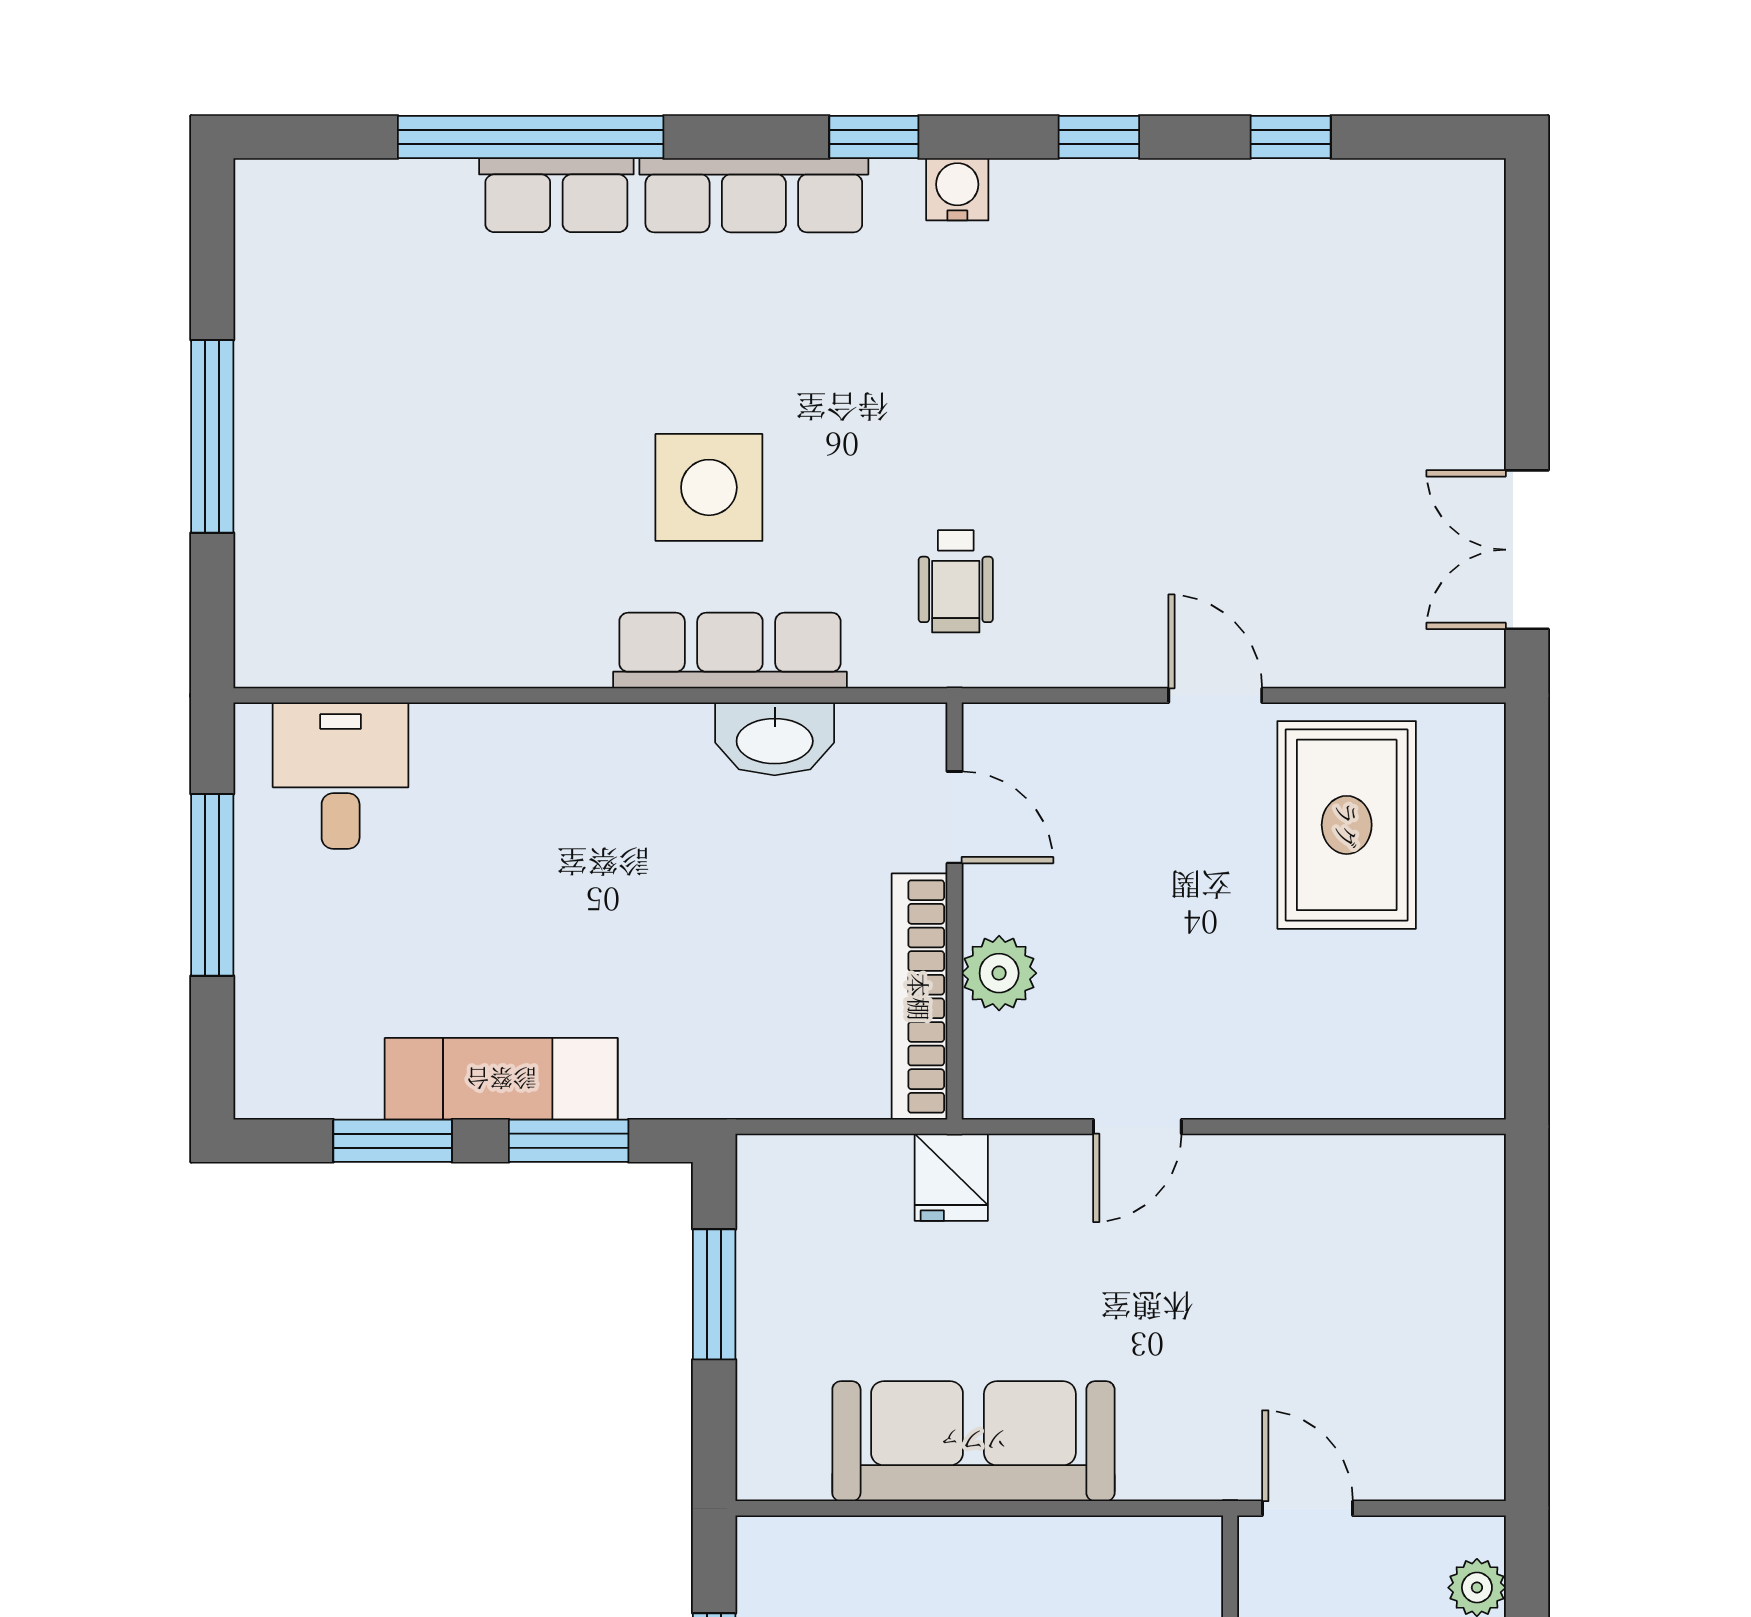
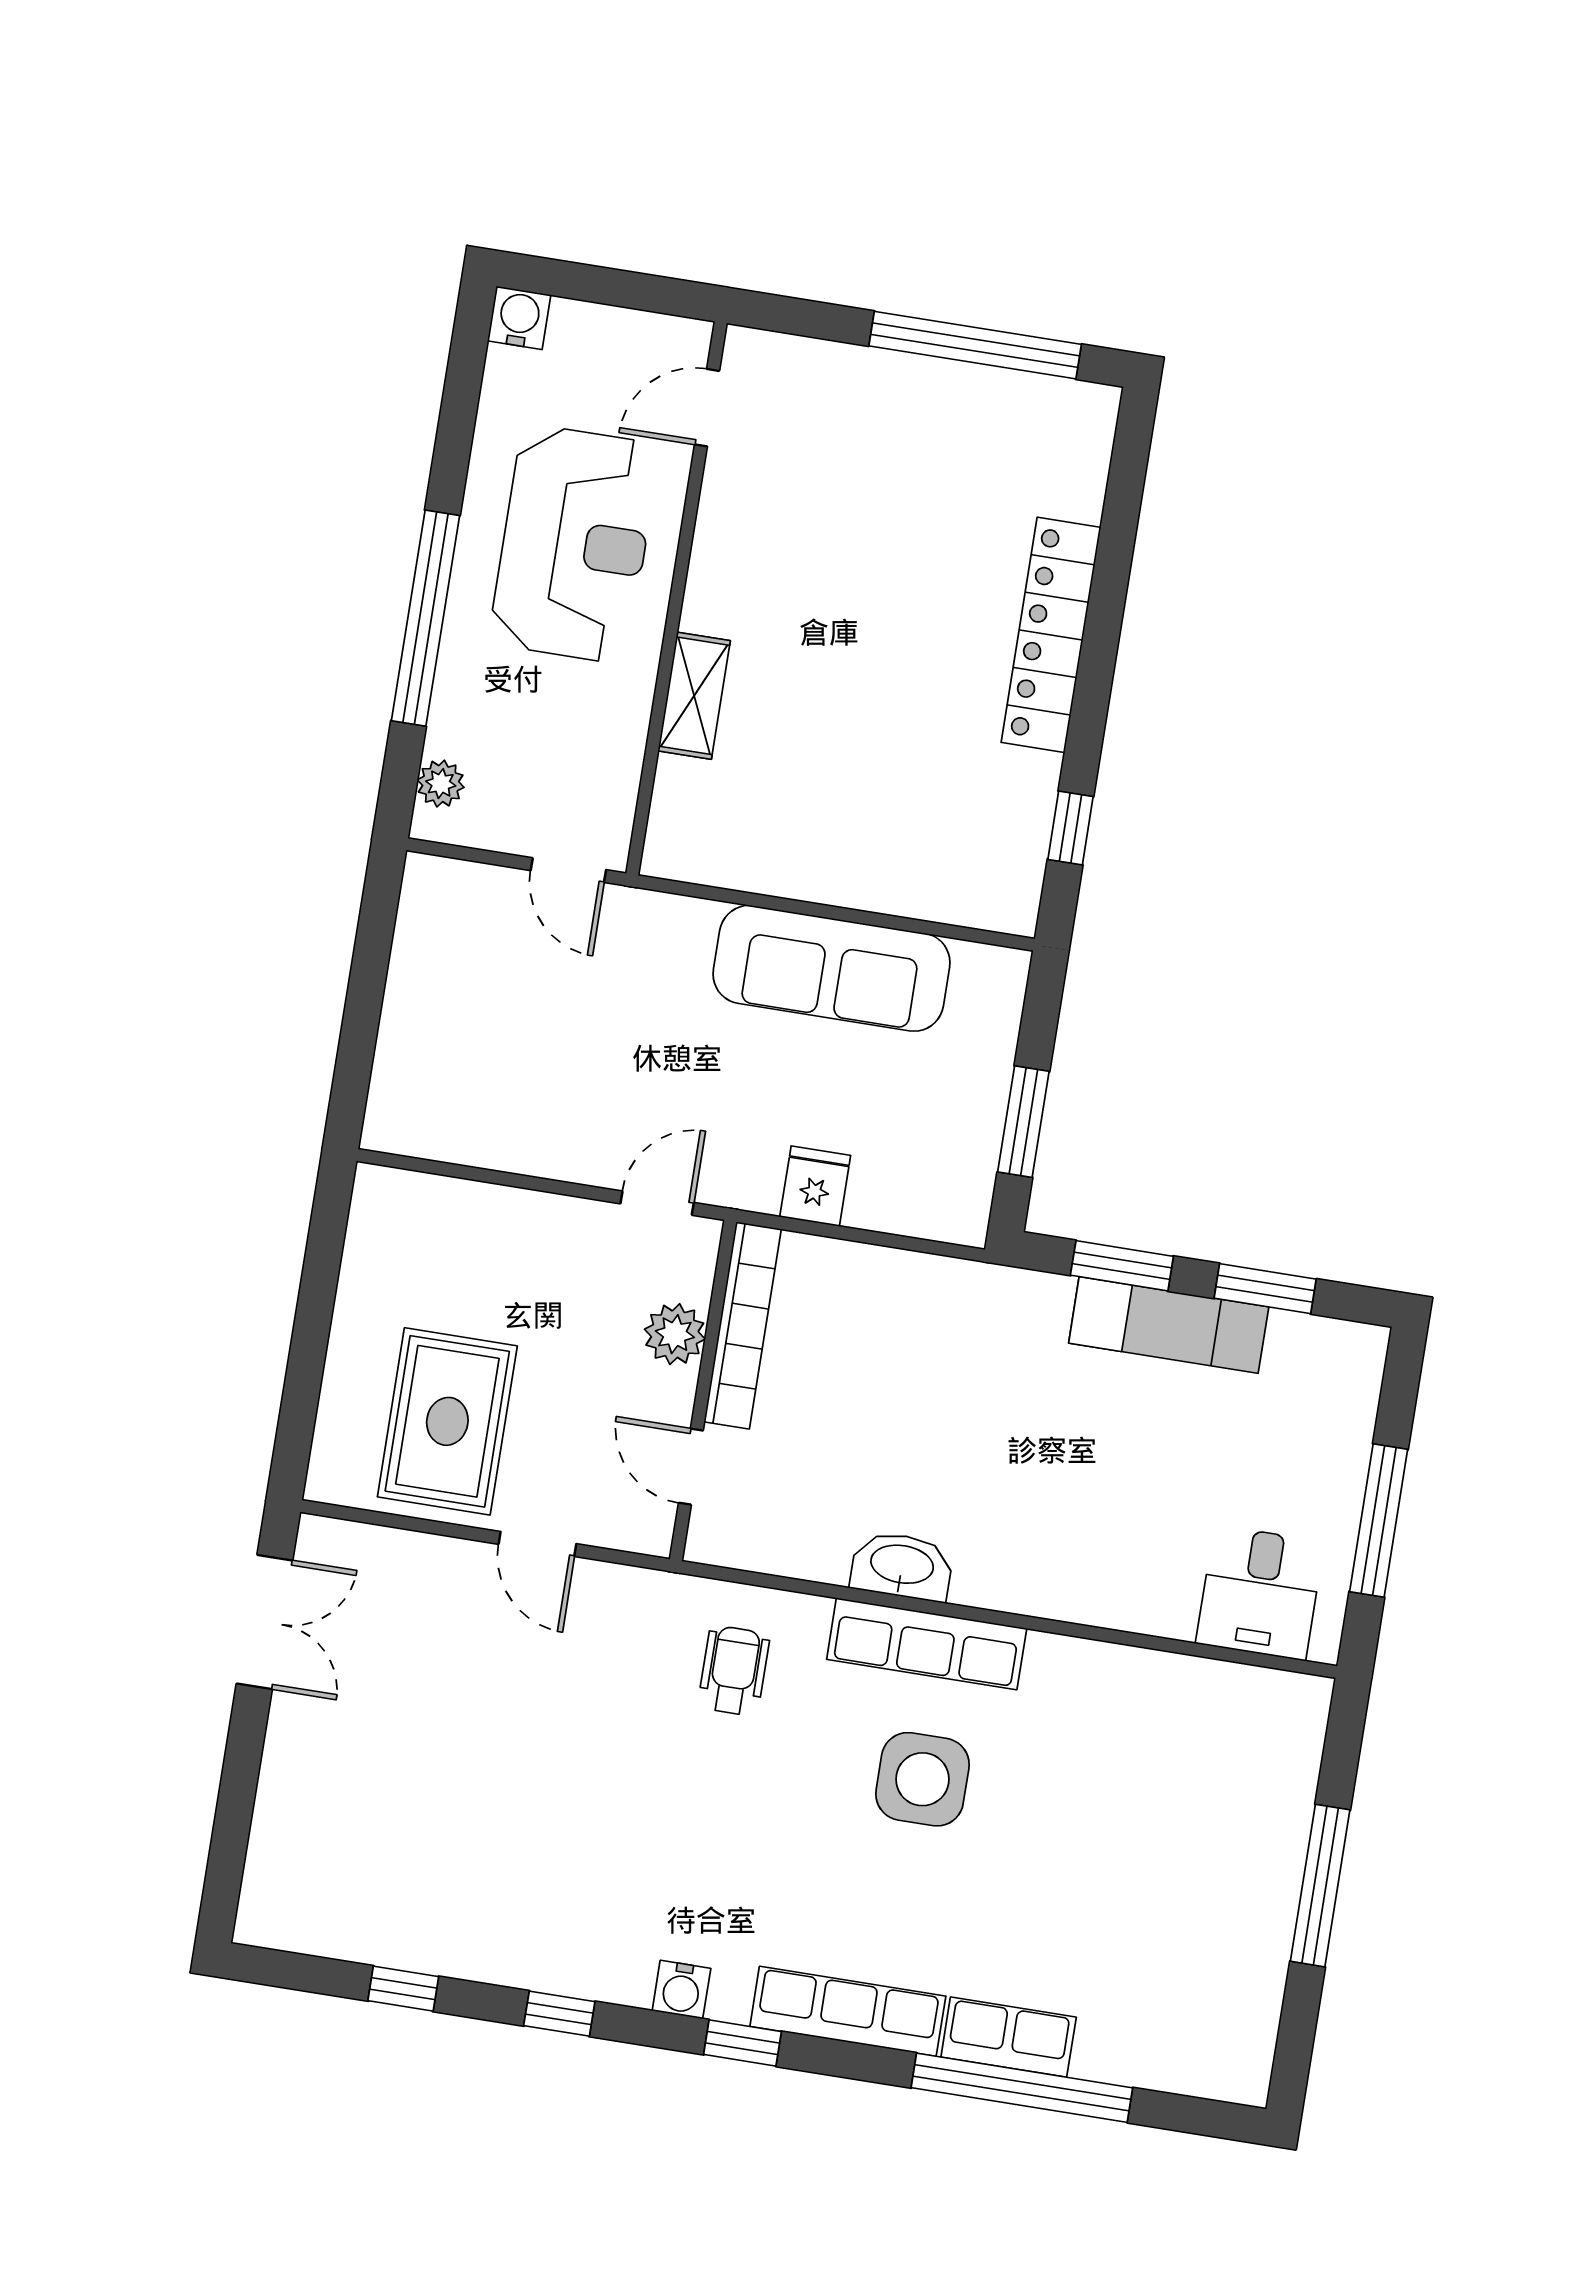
door: (954, 817) -> (691, 1467), moved
wall: (954, 911) -> (703, 1390), moved
plant: (999, 973) -> (675, 1334), moved
bookcase: (919, 997) -> (743, 1325), moved

